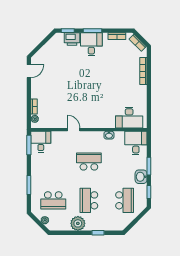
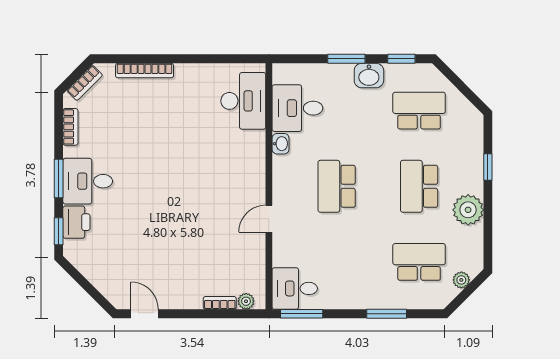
desk: (136, 143) -> (297, 108), moved
school desk: (53, 200) -> (419, 262), turned -90
school desk: (89, 200) -> (419, 186), turned 90

